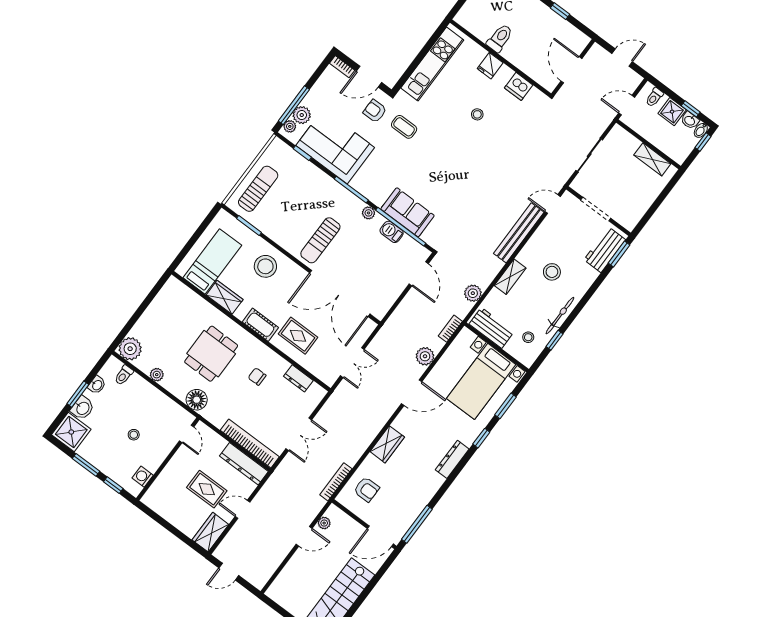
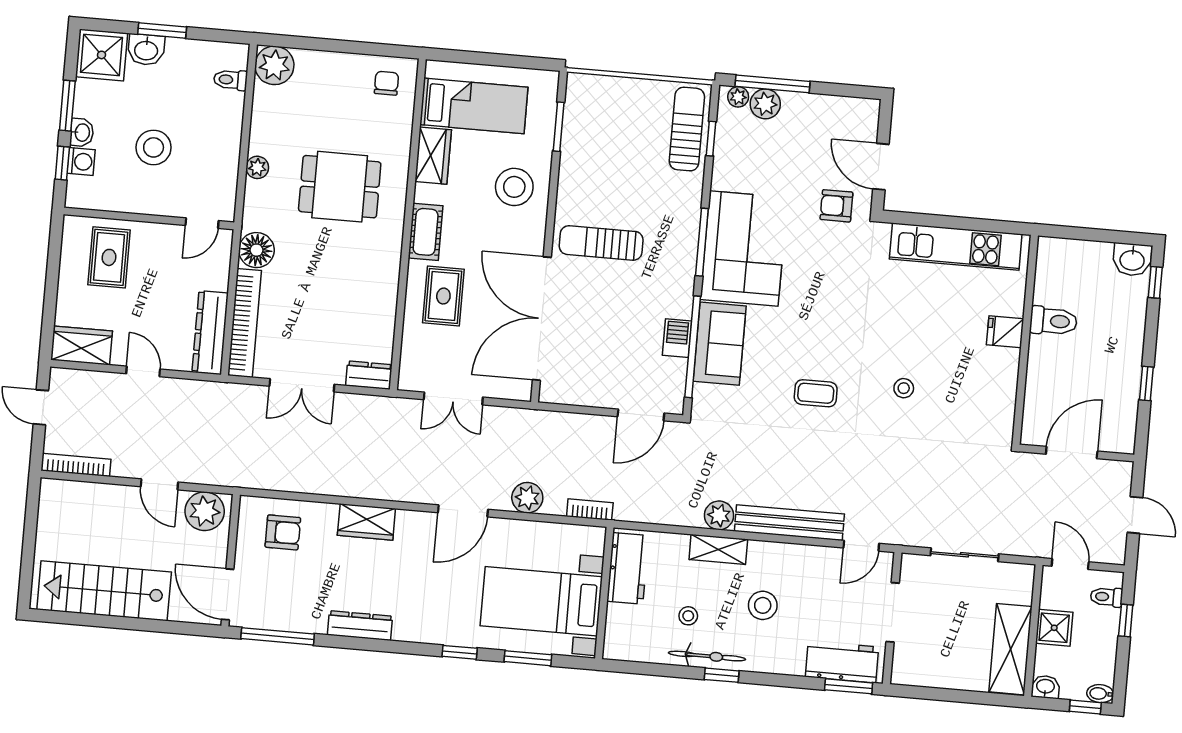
bookcase: (342, 67) -> (871, 119), removed
dishwasher: (519, 86) -> (1001, 391), removed
window: (691, 109) -> (1126, 621), moved
armchair: (375, 111) -> (836, 206), turned -90
shower: (672, 112) -> (1054, 628), moved
stool: (477, 114) -> (904, 388), moved
washbasin: (690, 120) -> (1045, 687), moved, turned 90
coffee table: (404, 127) -> (816, 393), moved, turned 90
corner sofa: (335, 146) -> (744, 248), moved
shelving: (652, 159) -> (1010, 649), width x1.50, depth x1.33
sun lounger: (258, 189) -> (687, 129), moved, turned -90
door: (553, 204) -> (861, 546), swing flipped
plant: (369, 213) -> (684, 288), removed
plant: (473, 293) -> (719, 515), moved
stool: (528, 337) -> (688, 616), moved
window: (555, 340) -> (722, 675), moved
plant: (157, 375) -> (257, 167), moved
chair: (257, 377) -> (386, 83), moved
dresser: (298, 378) -> (369, 375), moved, turned 90
washbasin: (97, 385) -> (82, 132), moved, turned -90
door: (412, 393) -> (463, 511), hinge flipped
floor lamp: (197, 400) -> (256, 250), moved
stool: (134, 435) -> (154, 147), width x1.89, depth x1.89
dresser: (452, 459) -> (360, 626), moved
washing machine: (143, 477) -> (81, 162), moved, turned 90
bookcase: (336, 482) -> (76, 465), moved
rug: (207, 489) -> (109, 257), moved
armchair: (366, 489) -> (283, 532), turned -90
plant: (324, 523) -> (205, 511), width x1.88, depth x1.88

